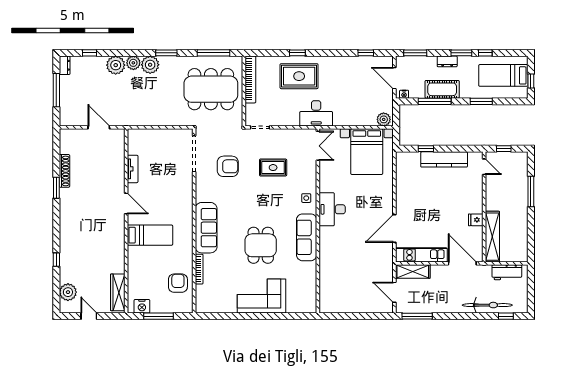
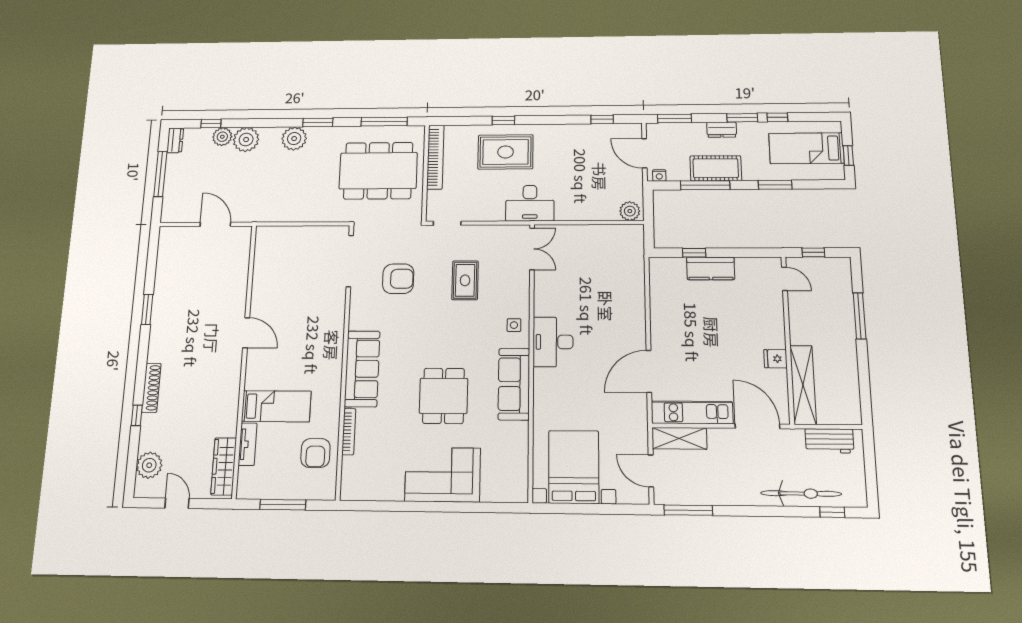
plant: (133, 63) -> (222, 137), moved
bed with nightstands: (367, 152) -> (574, 467), moved, turned 180
kitchen counter: (444, 159) -> (711, 268), width x0.67
rug: (273, 168) -> (465, 280), turned 90
tv unit: (133, 169) -> (248, 444), moved
shoe rack: (64, 171) -> (151, 388), moved
bed: (150, 235) -> (276, 406), moved
armchair: (178, 283) -> (315, 453), turned 180
nightstand: (142, 306) -> (259, 489), removed

